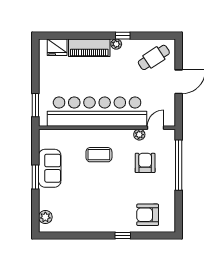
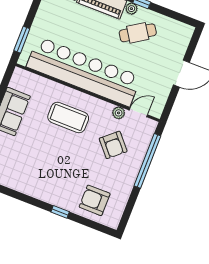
cafe table: (154, 57) -> (138, 33), moved
coffee table: (99, 155) -> (68, 117), width x1.36, depth x1.32
armchair: (145, 163) -> (113, 145), turned 139

